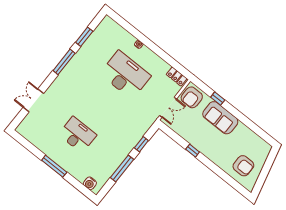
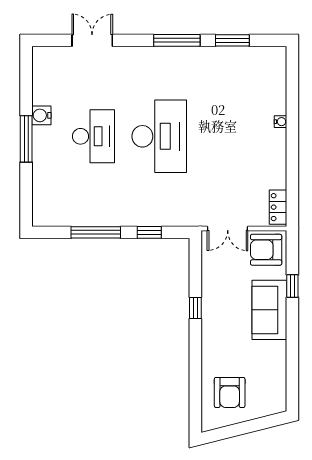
desk: (125, 75) -> (159, 136), moved
water cooler: (90, 183) -> (41, 115), moved

